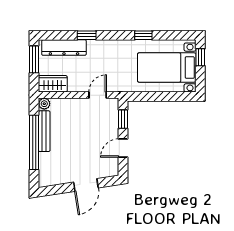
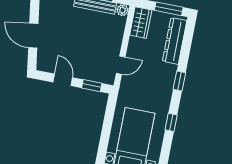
window: (87, 35) -> (179, 81), moved
door: (98, 95) -> (121, 65), hinge flipped

